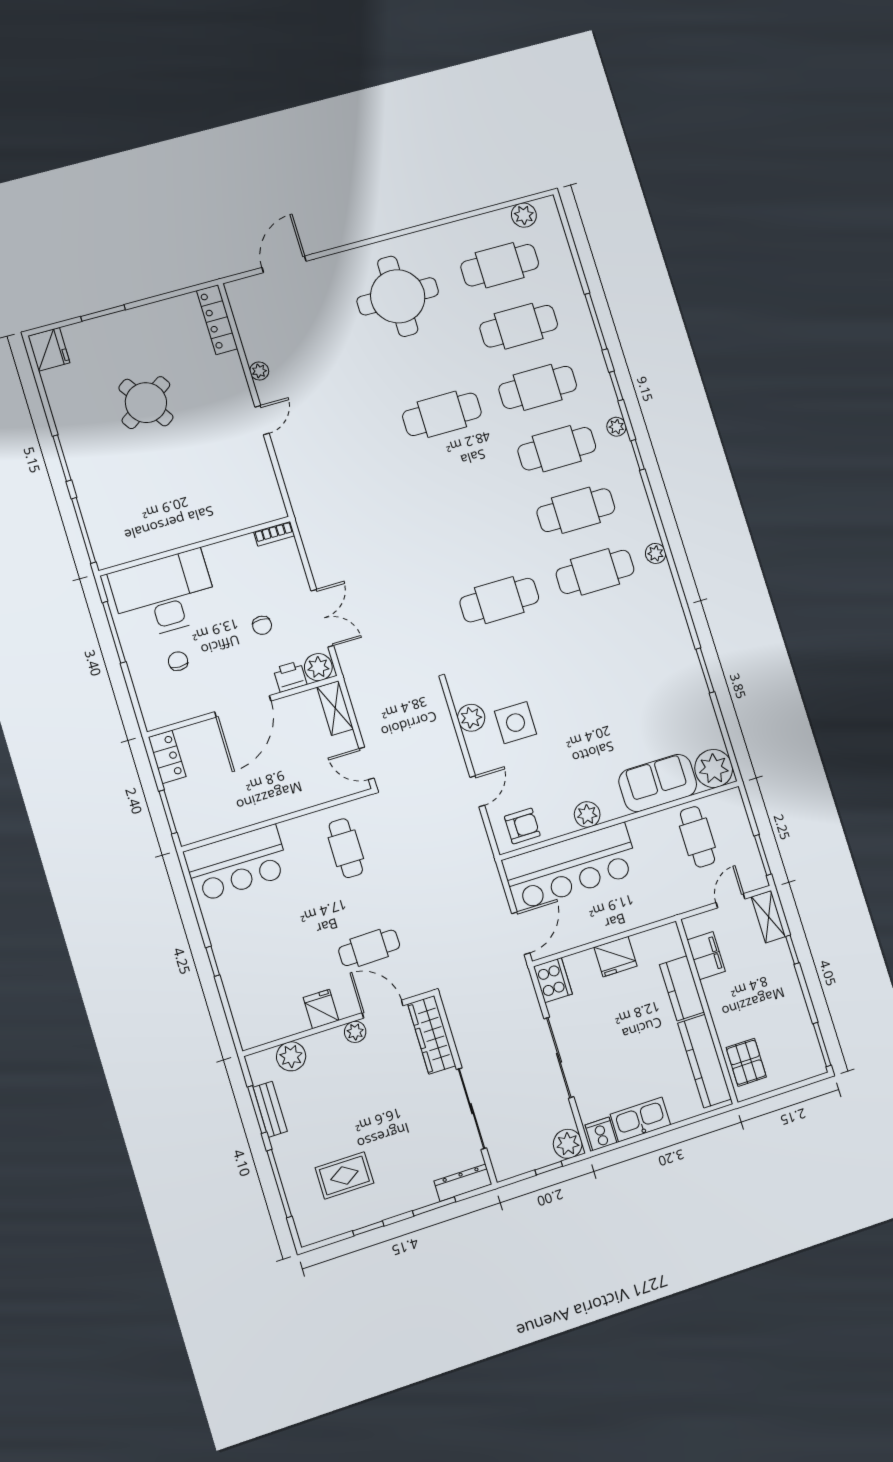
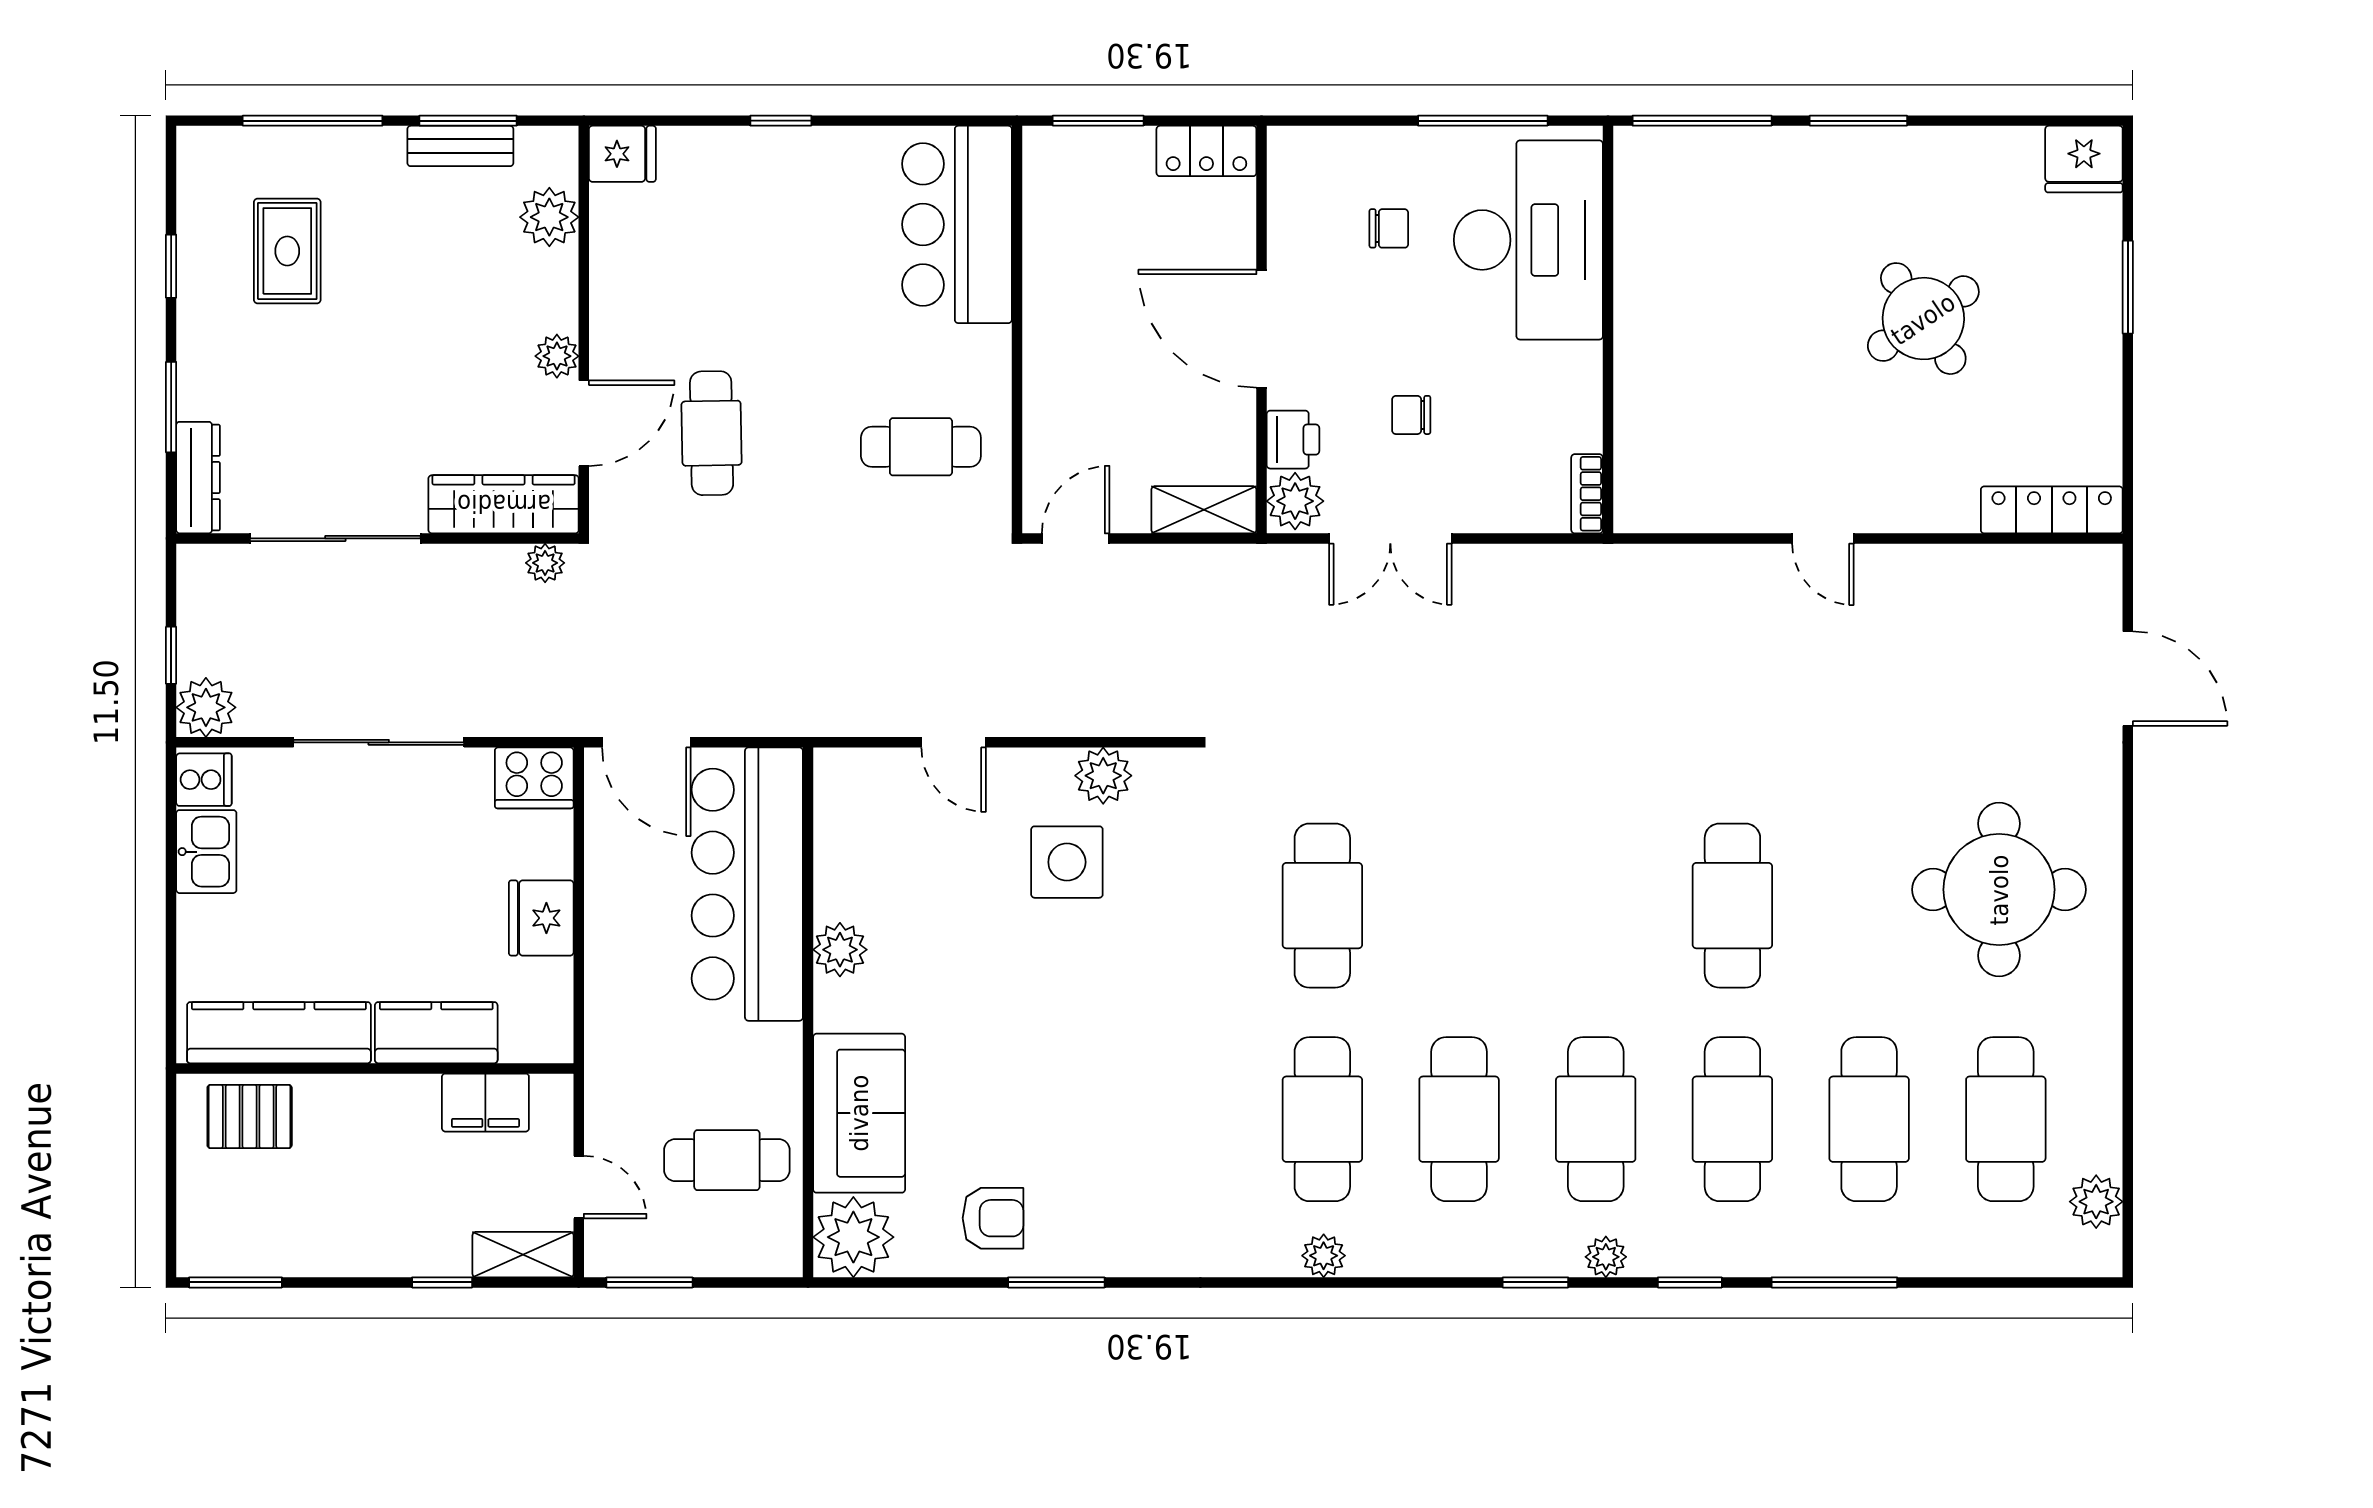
plant: (259, 371) -> (545, 563), moved
armchair: (522, 826) -> (993, 1218), moved, turned -90
fridge: (321, 1009) -> (622, 154), moved
kitchen sink: (640, 1120) -> (206, 852), width x0.73

